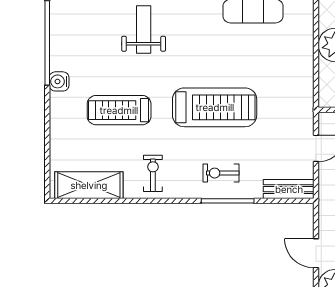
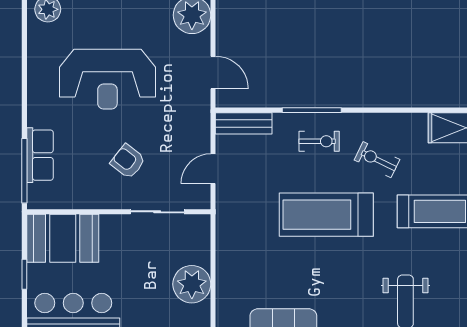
exercise bike: (153, 173) -> (377, 160), moved, turned 116
door: (316, 253) -> (213, 72), moved

